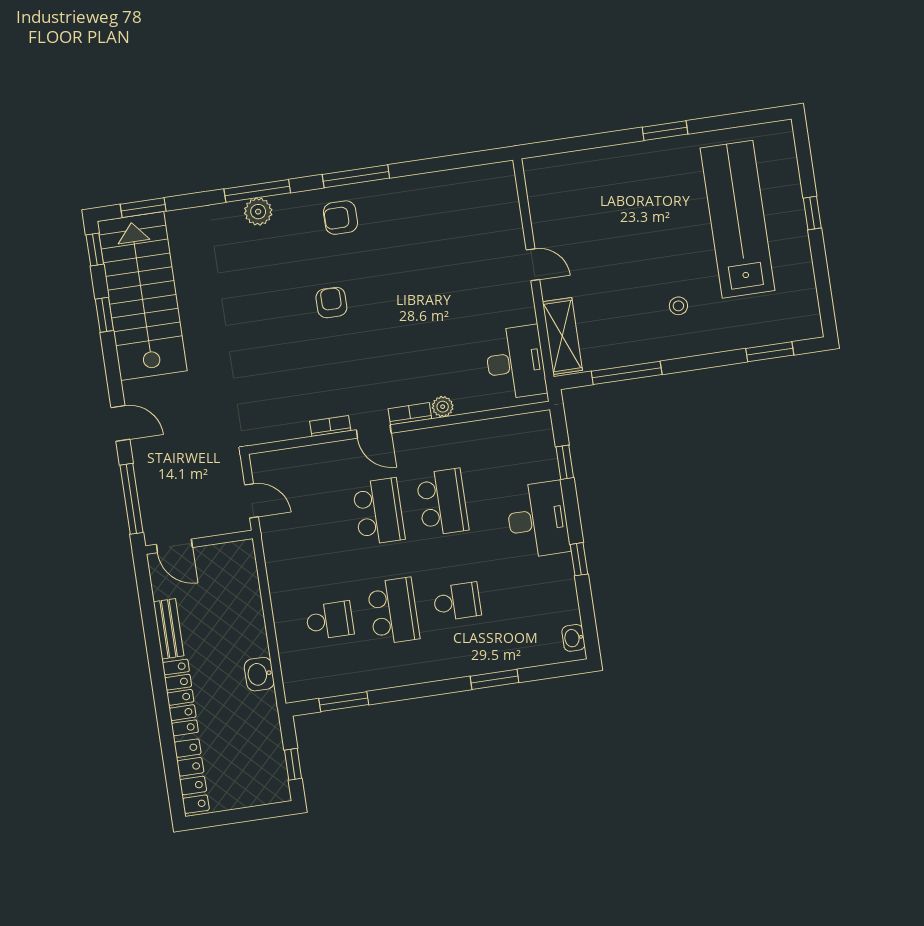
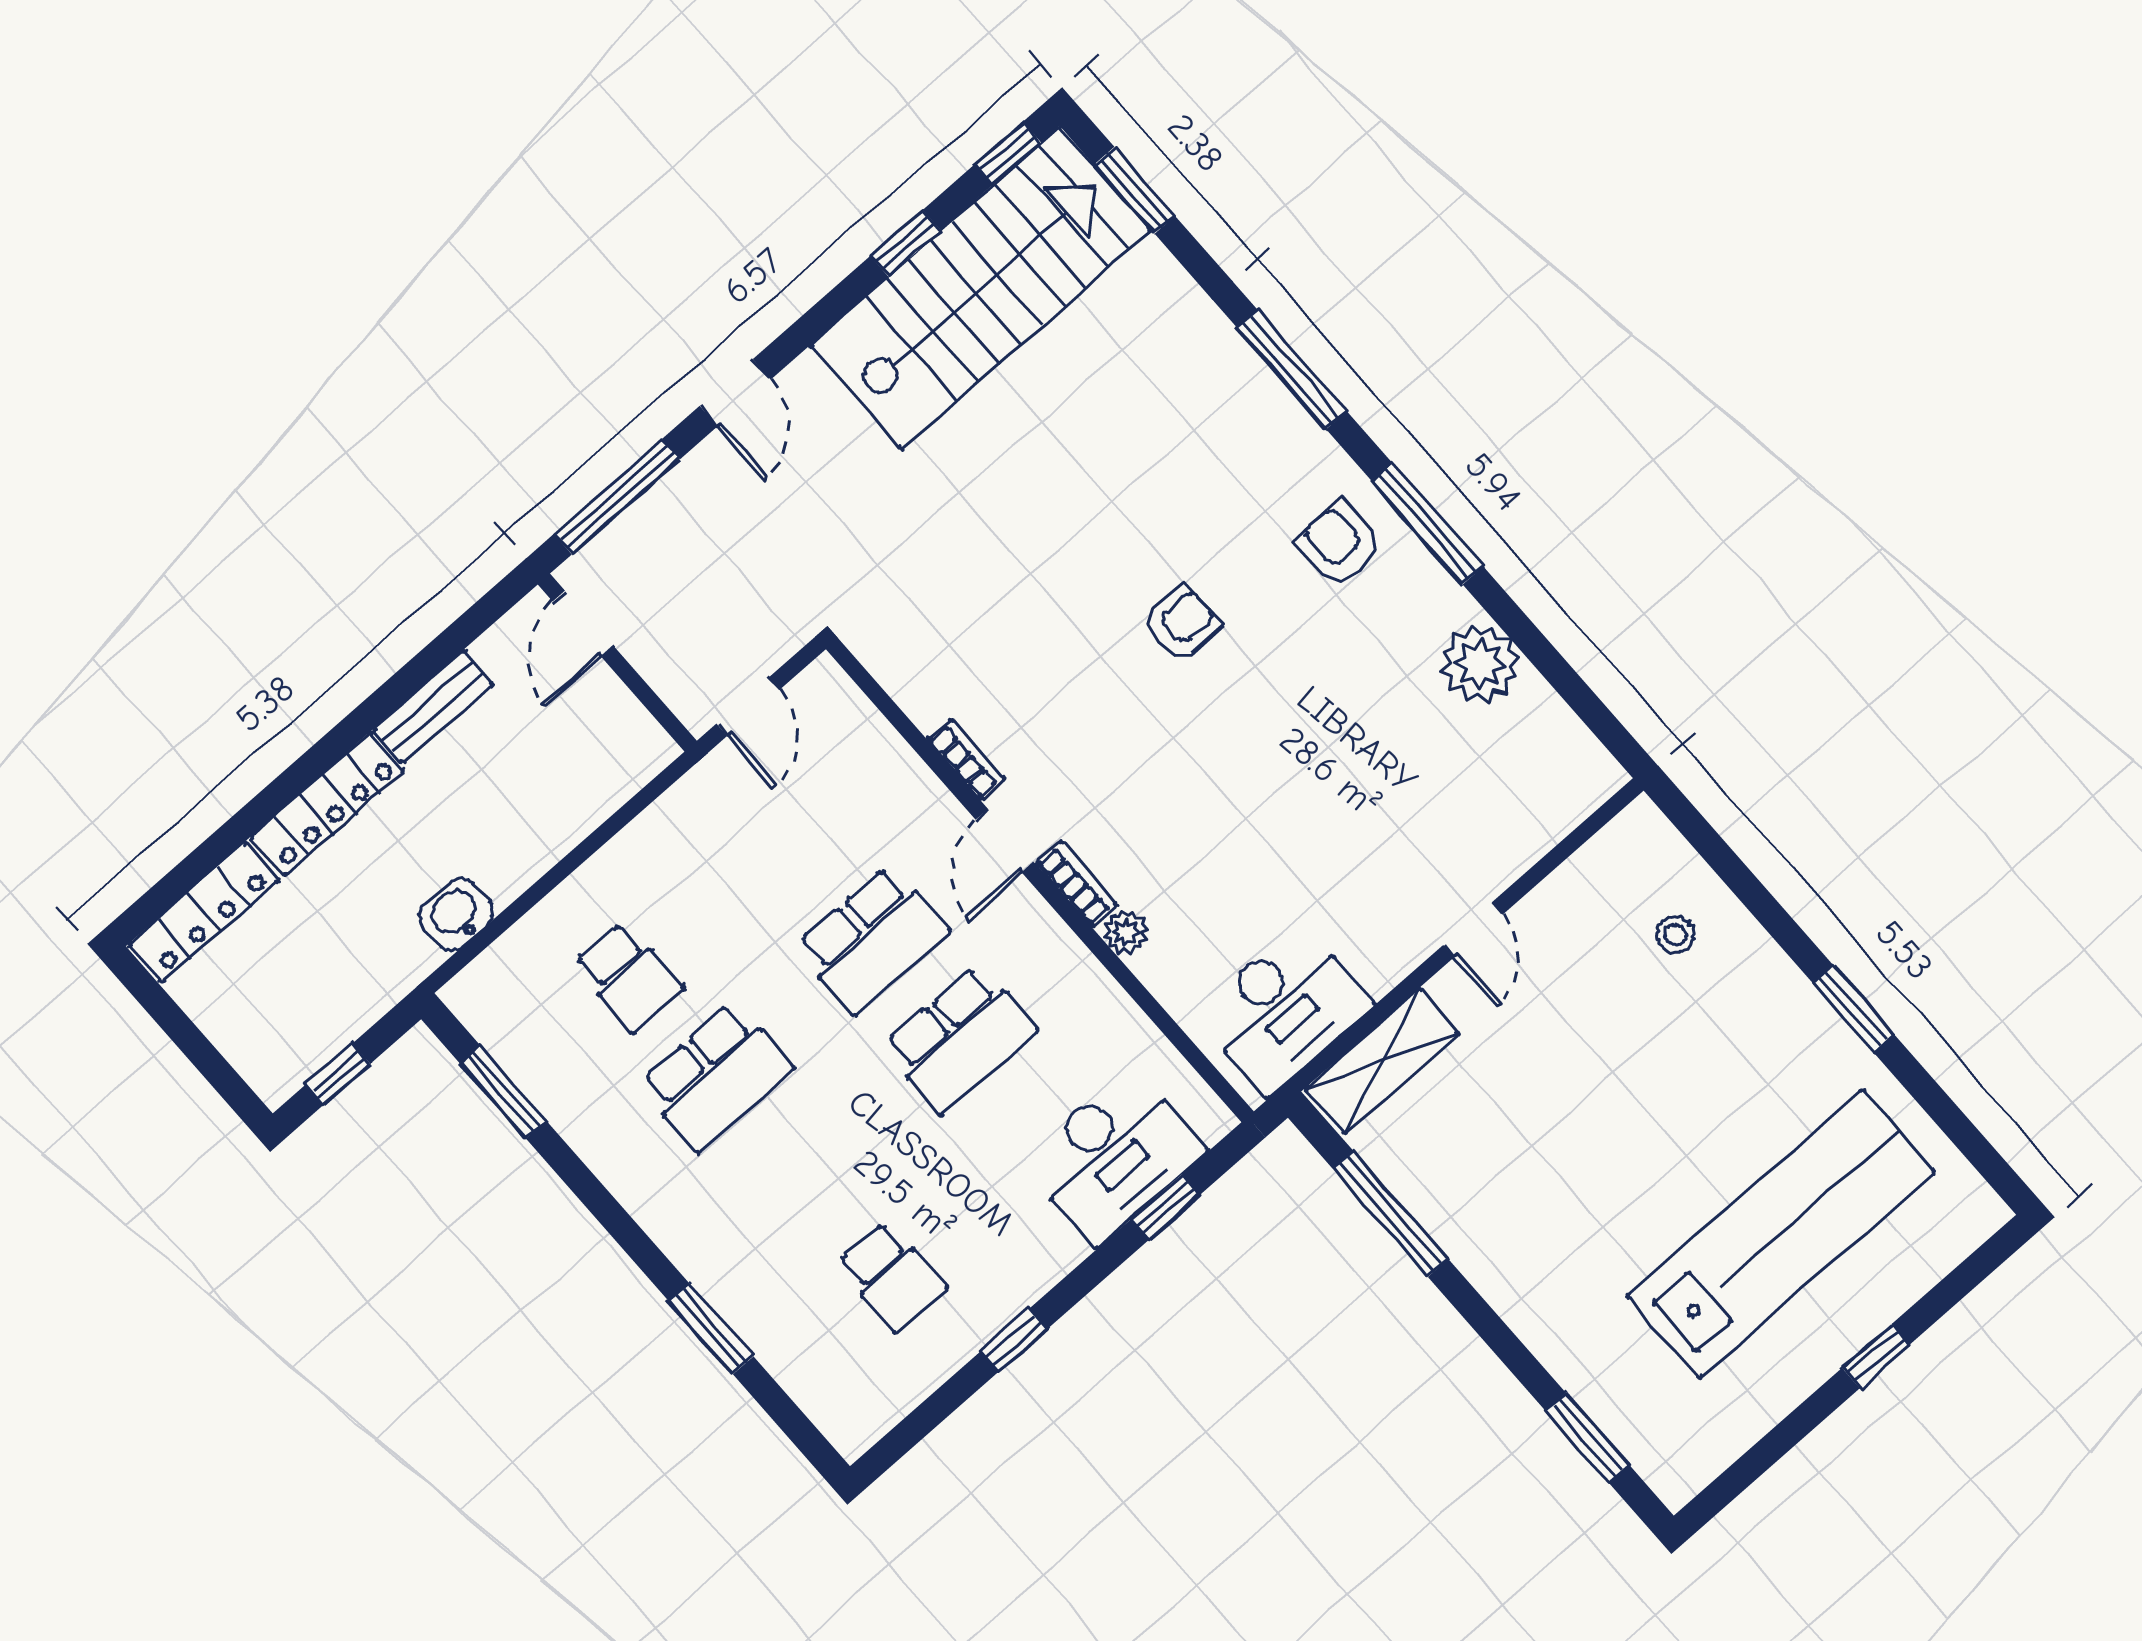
plant: (258, 212) -> (1480, 664), moved, width x1.36, depth x1.36
stool: (678, 306) -> (1675, 935), moved
desk: (538, 520) -> (1114, 1156), moved
school desk: (457, 602) -> (891, 1276), moved
washbasin: (573, 638) -> (871, 1419), removed

